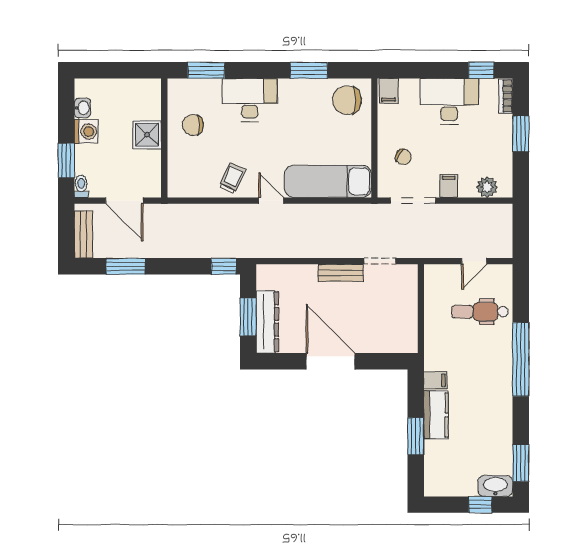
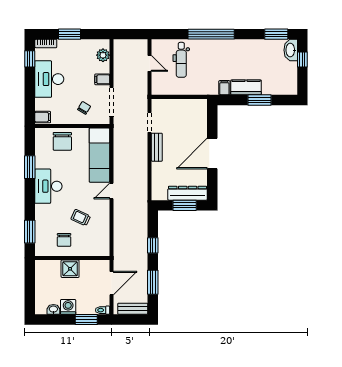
desk: (250, 100) -> (48, 186), moved
chair: (347, 100) -> (62, 141), moved
trolley: (232, 178) -> (81, 218), moved
window: (224, 266) -> (153, 245), moved

